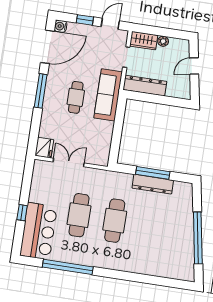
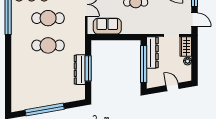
sofa: (108, 95) -> (107, 26), moved, width x0.73
window: (158, 99) -> (144, 64), added

